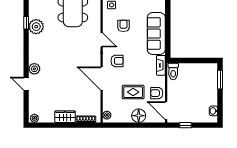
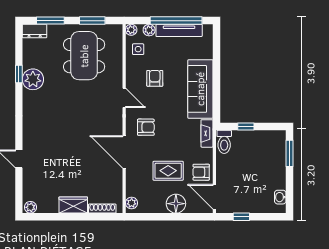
window: (189, 60) -> (246, 127), added
plant: (34, 69) -> (30, 138), removed

